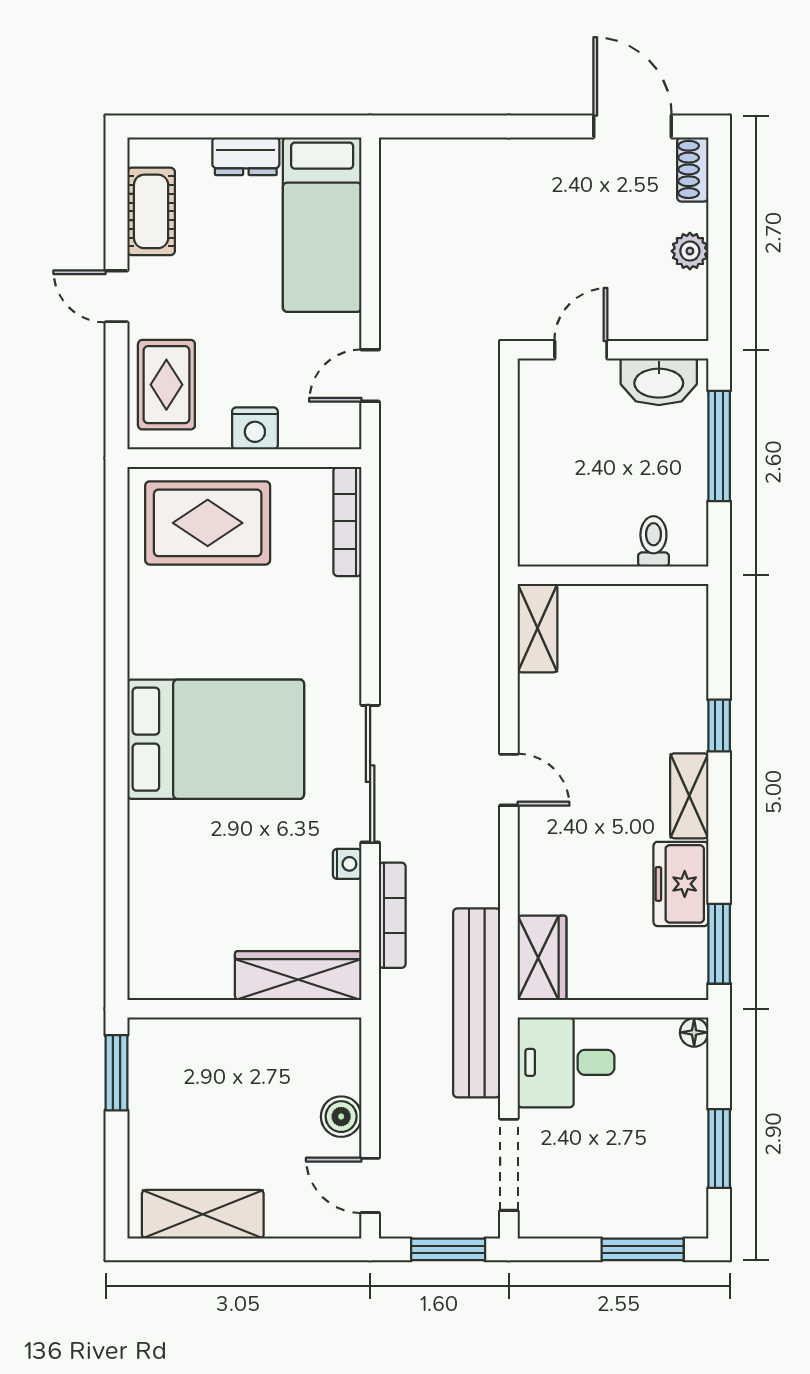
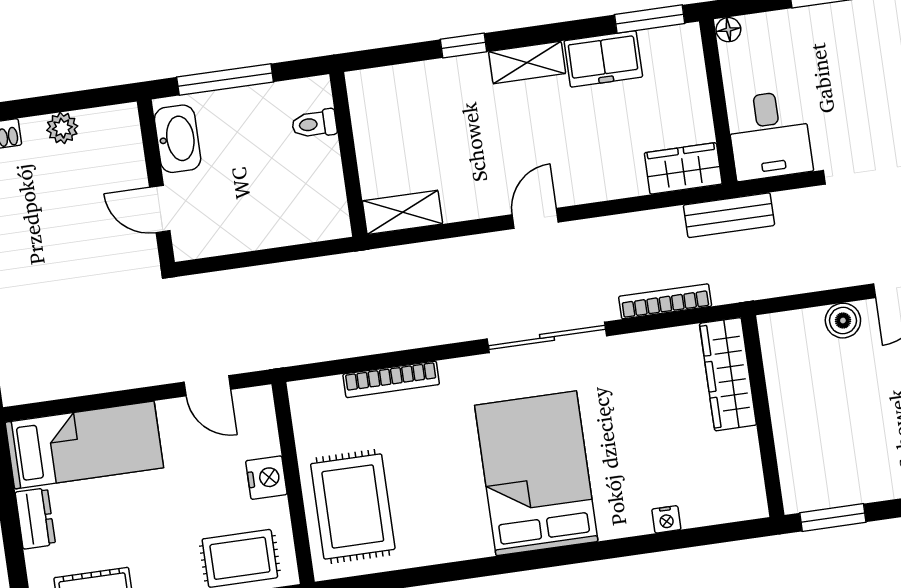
bookcase: (347, 521) -> (391, 379), moved
nightstand: (347, 864) -> (666, 519), moved, turned 180
bench: (477, 1003) -> (729, 215), width x0.54, depth x0.82

